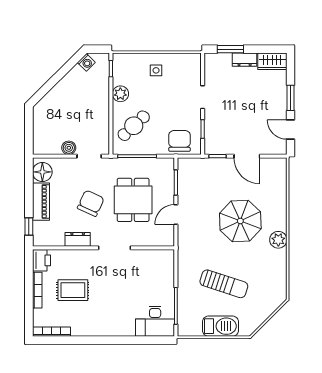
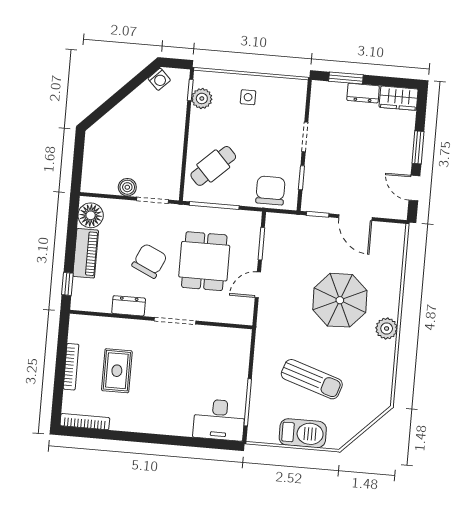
plant: (120, 94) -> (202, 98), moved
printer: (41, 260) -> (80, 329), removed
rug: (73, 290) -> (117, 371), turned 90

